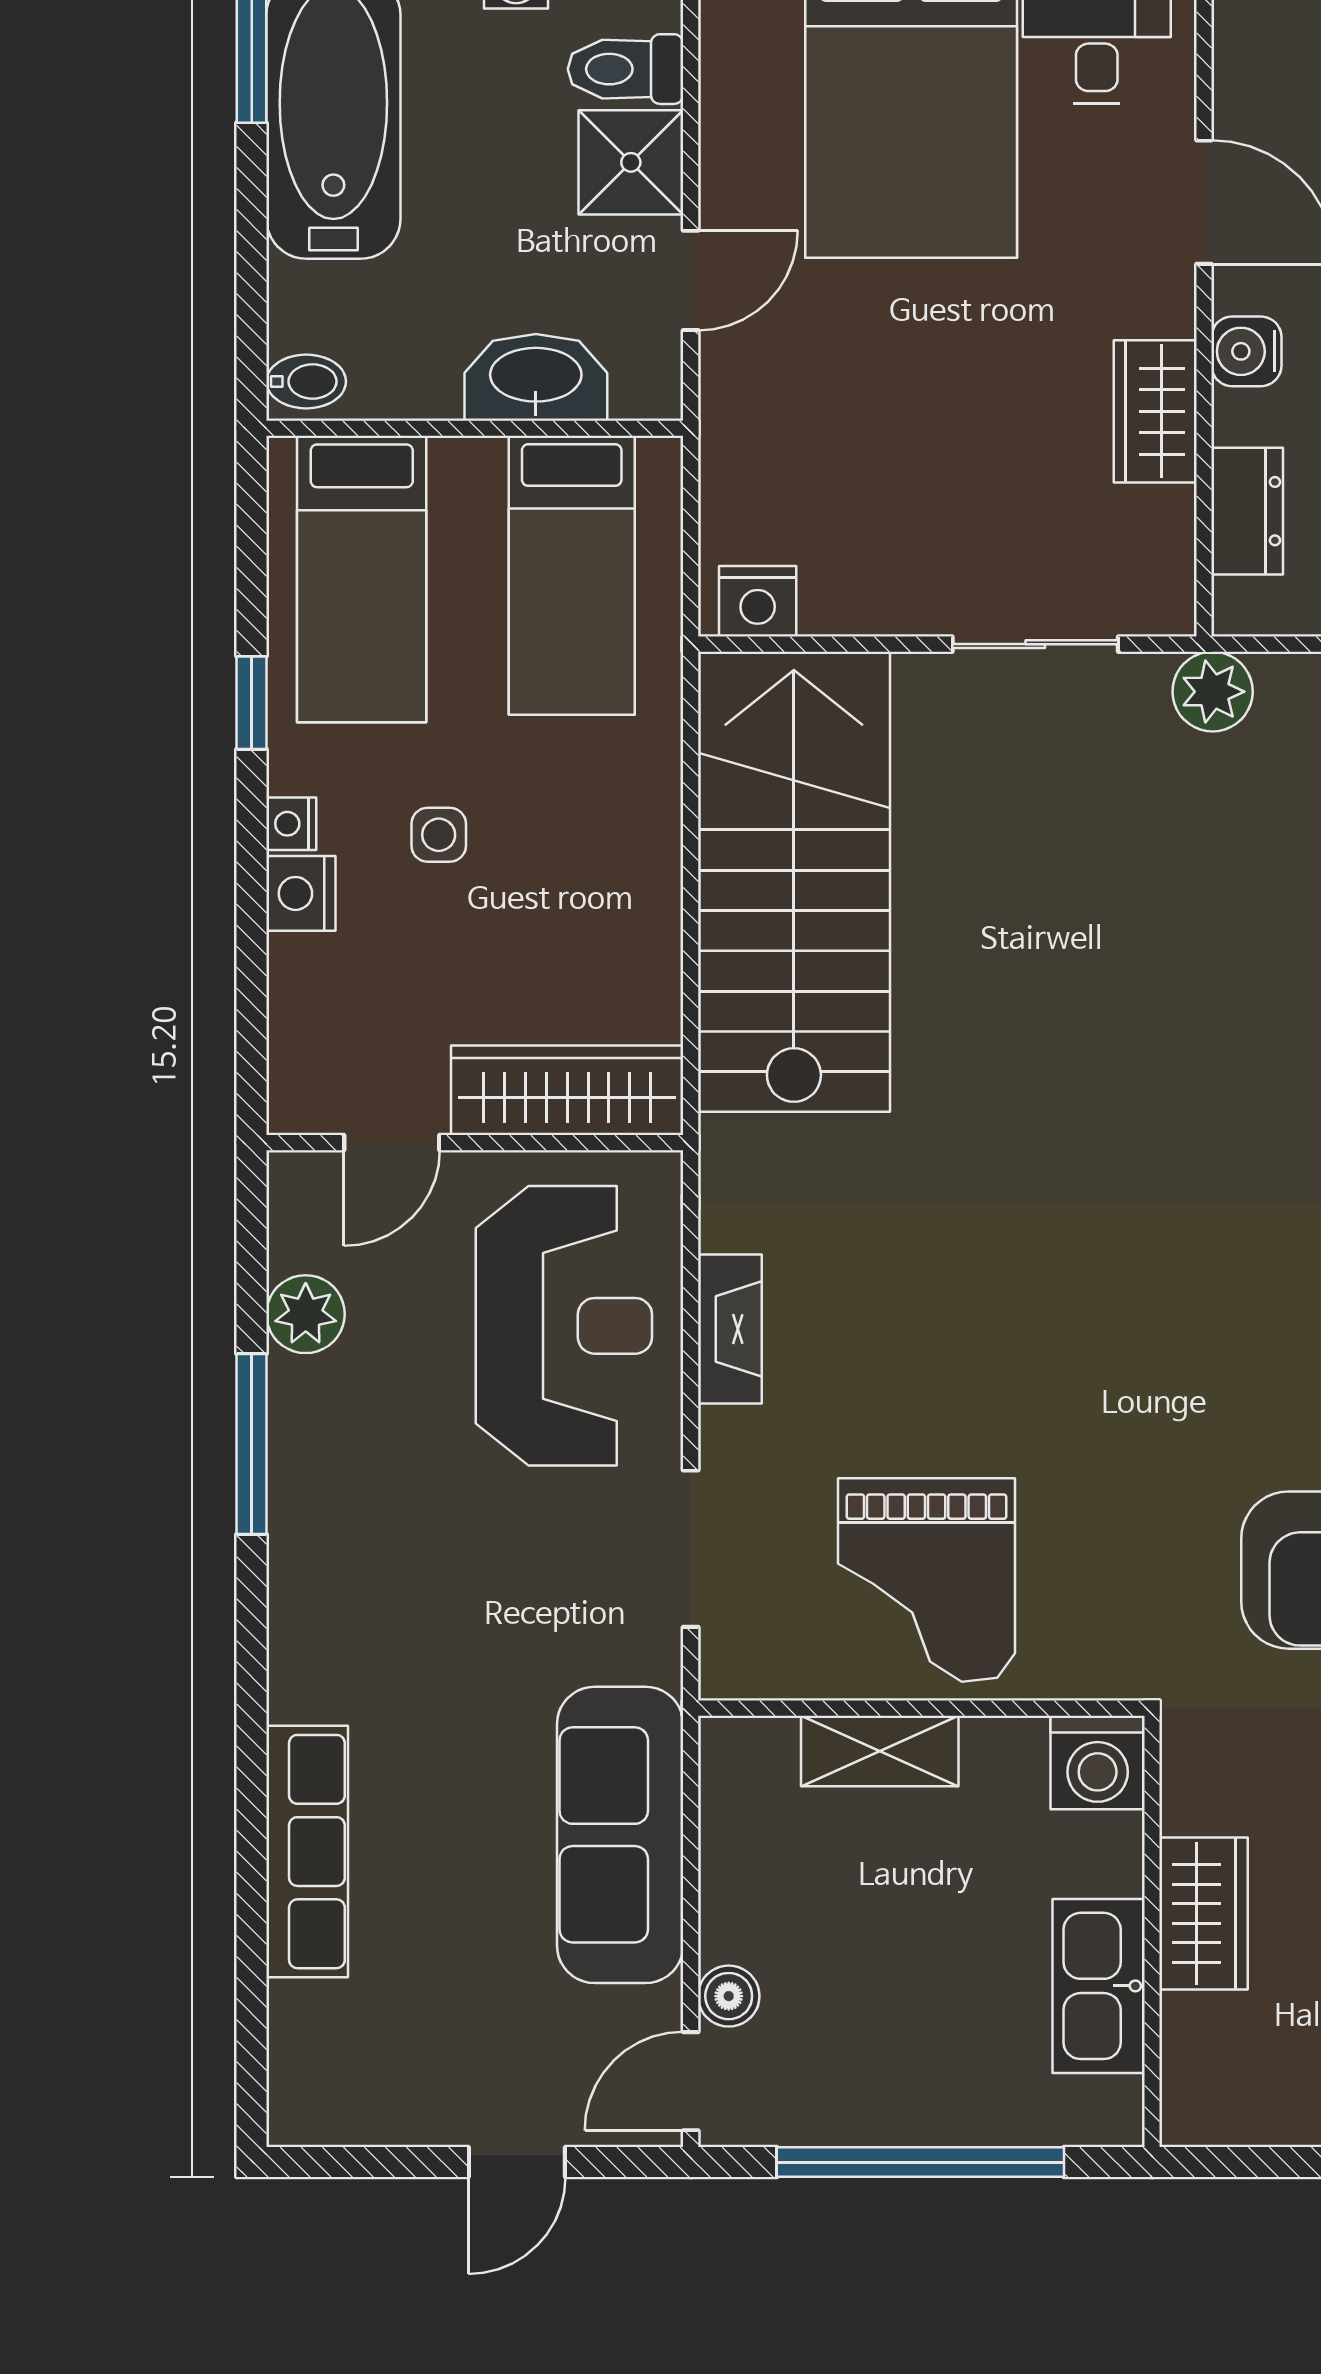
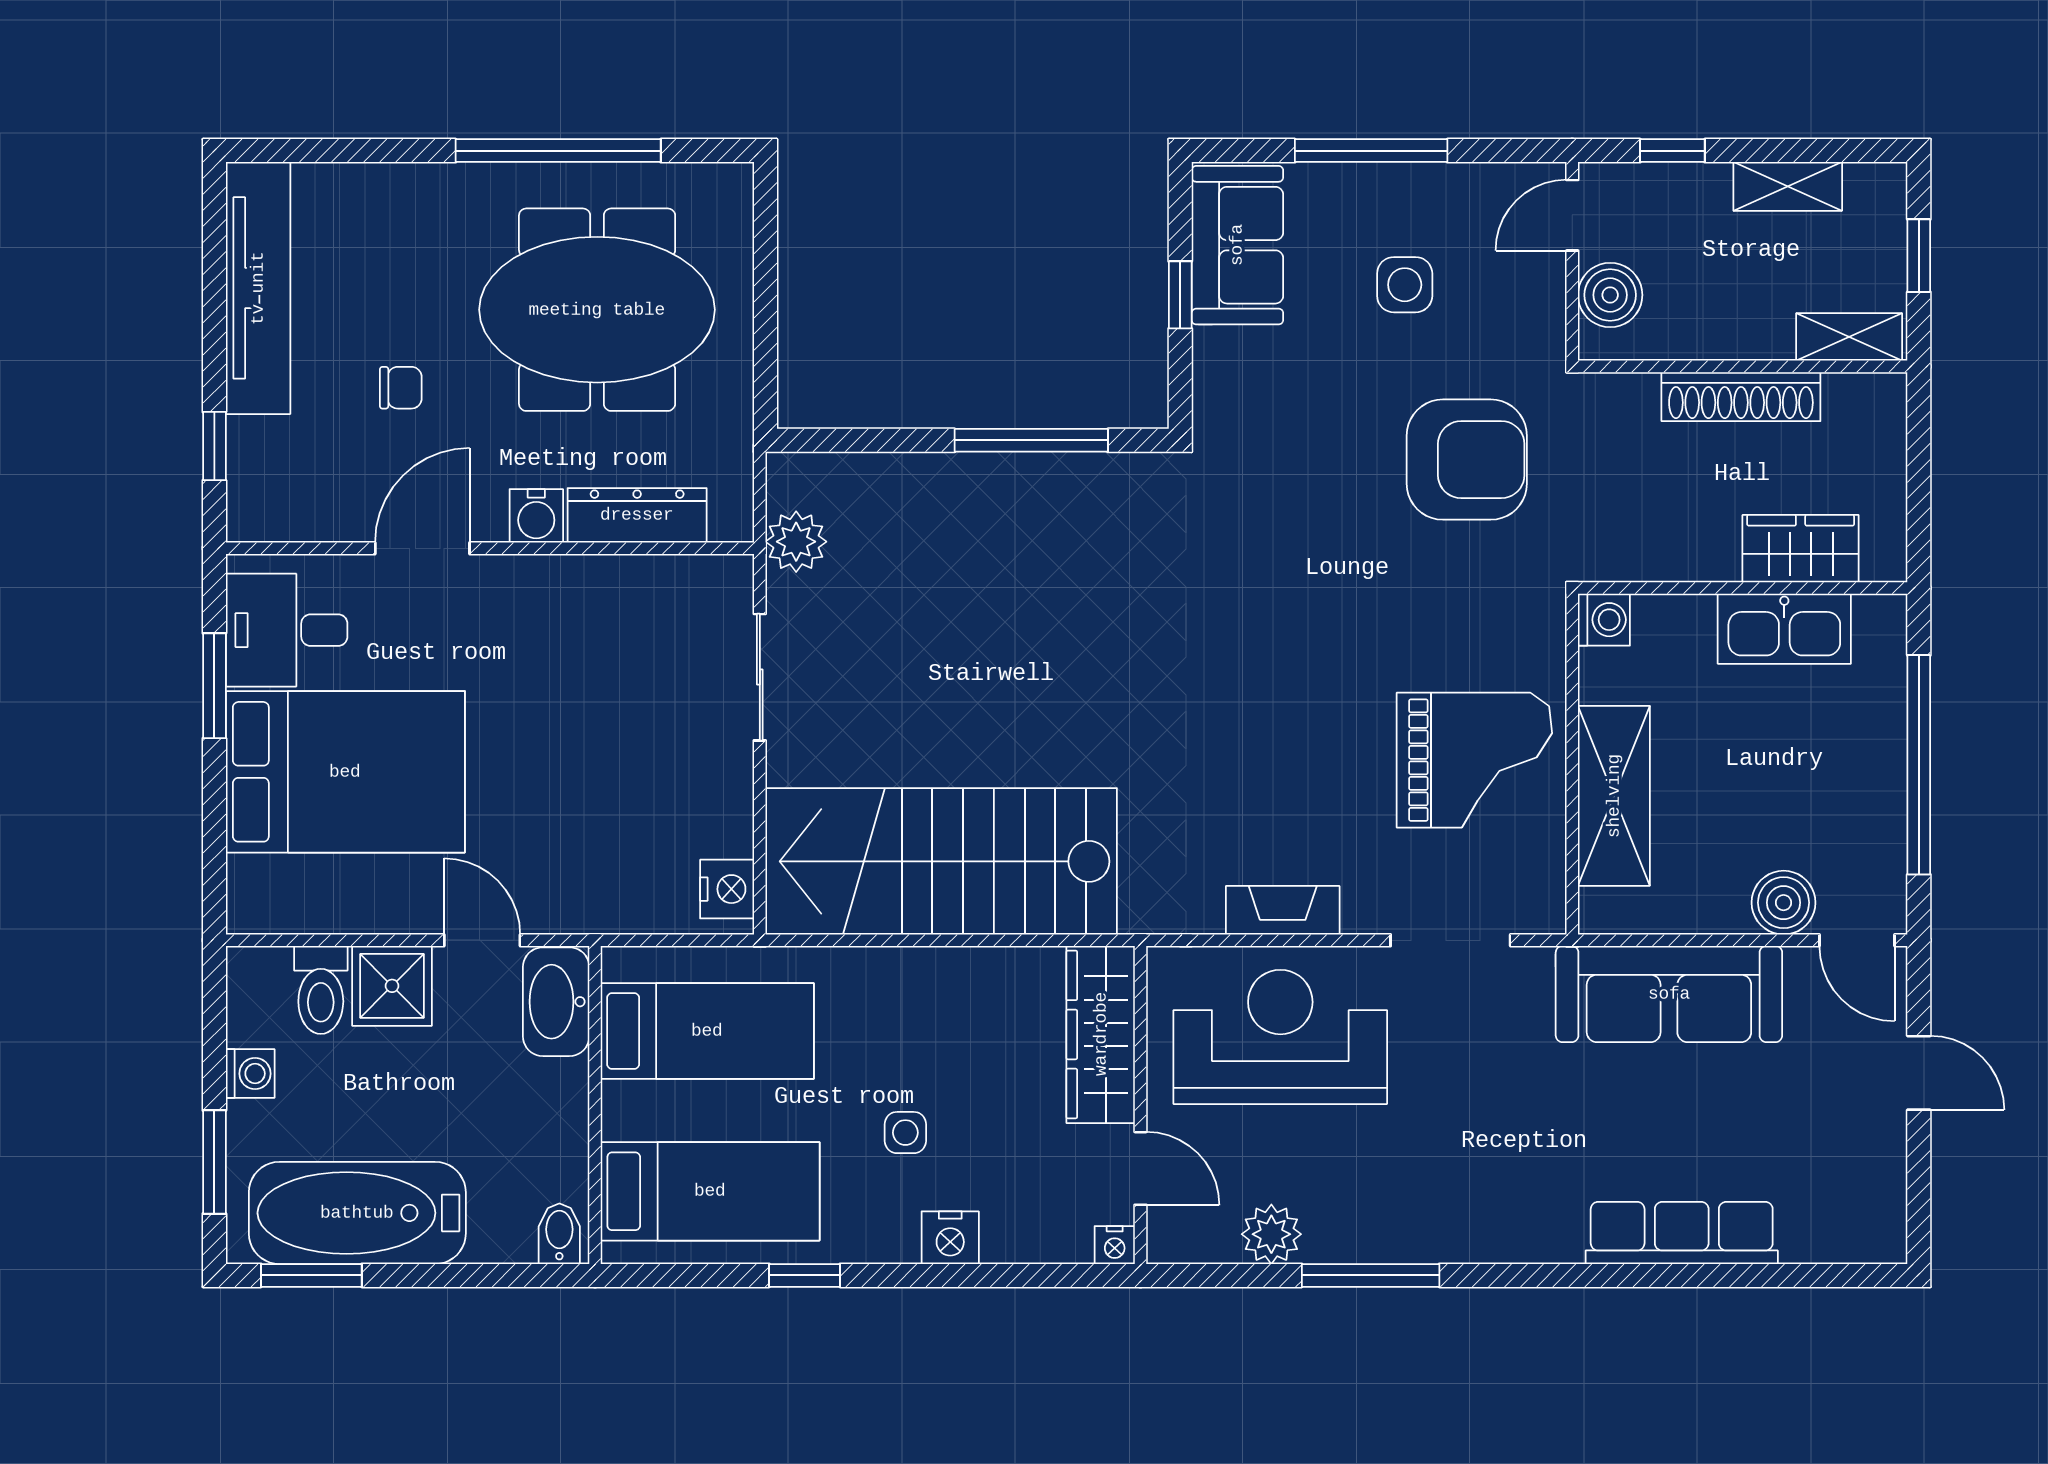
washbasin: (536, 377) -> (556, 1002), moved
wardrobe: (1155, 411) -> (582, 585), removed
dresser: (1247, 511) -> (637, 515), width x1.44
nightstand: (291, 824) -> (1115, 1245), moved
shelving: (880, 1751) -> (1614, 796), width x1.50, depth x1.33
washing machine: (1098, 1763) -> (1604, 620), width x0.73, depth x0.73
wardrobe: (1204, 1913) -> (1801, 549), moved
boiler: (729, 1996) -> (1784, 903), width x1.36, depth x1.36

